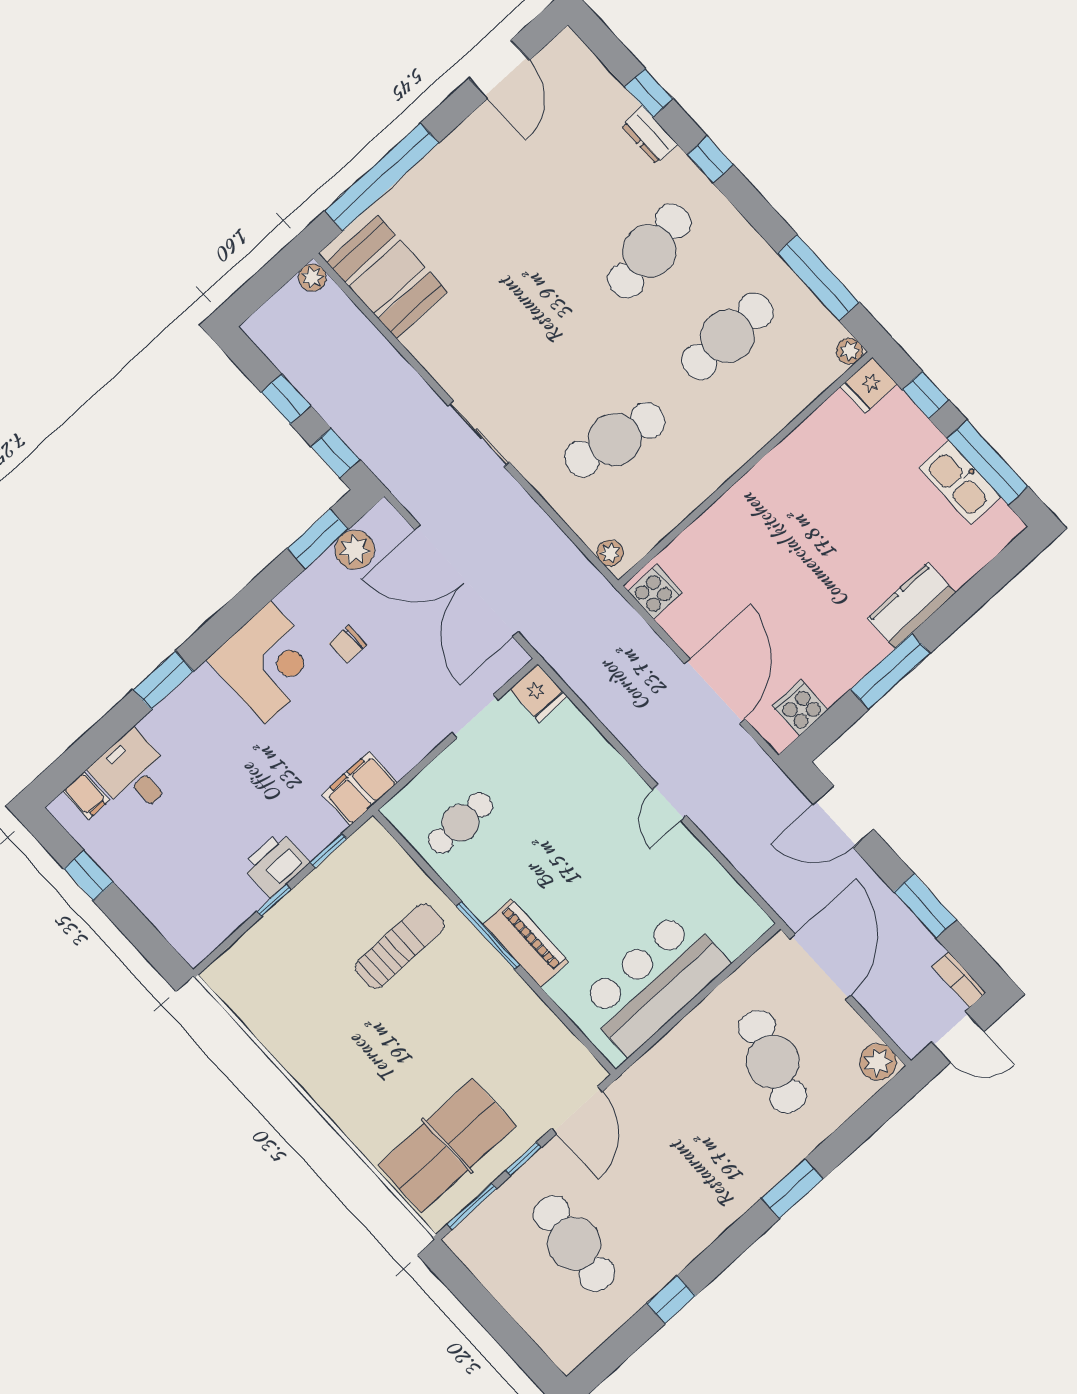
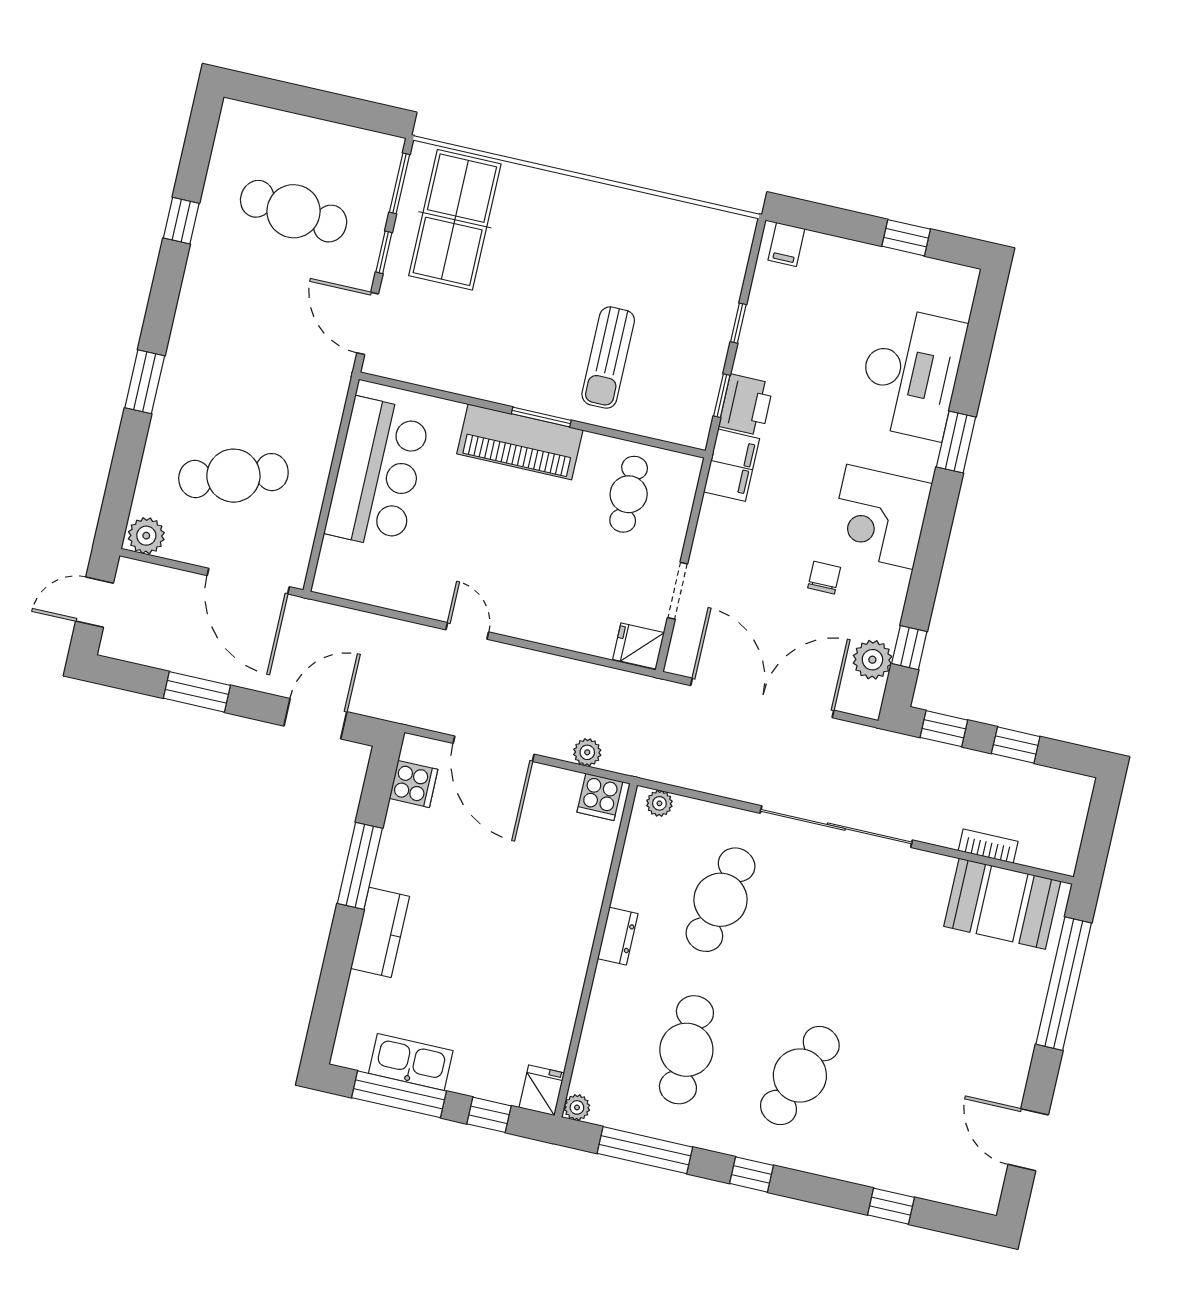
dresser: (649, 135) -> (618, 936), moved, turned 90
window: (710, 160) -> (751, 1174), moved
cafe table: (649, 251) -> (800, 1076), turned 30
plant: (312, 278) -> (587, 752), moved
sliding door: (479, 434) -> (836, 827), width x1.86
window: (318, 539) -> (909, 648), width x0.67
desk: (133, 774) -> (911, 373), width x1.87, depth x1.30
filing cabinet: (86, 796) -> (786, 244), moved, turned -90
printer: (276, 864) -> (746, 405), moved
window: (488, 935) -> (541, 417), width x0.69
piano: (526, 943) -> (520, 442), width x1.37, depth x1.33
bookcase: (959, 979) -> (988, 846), moved
cafe table: (773, 1062) -> (233, 476), turned -36

